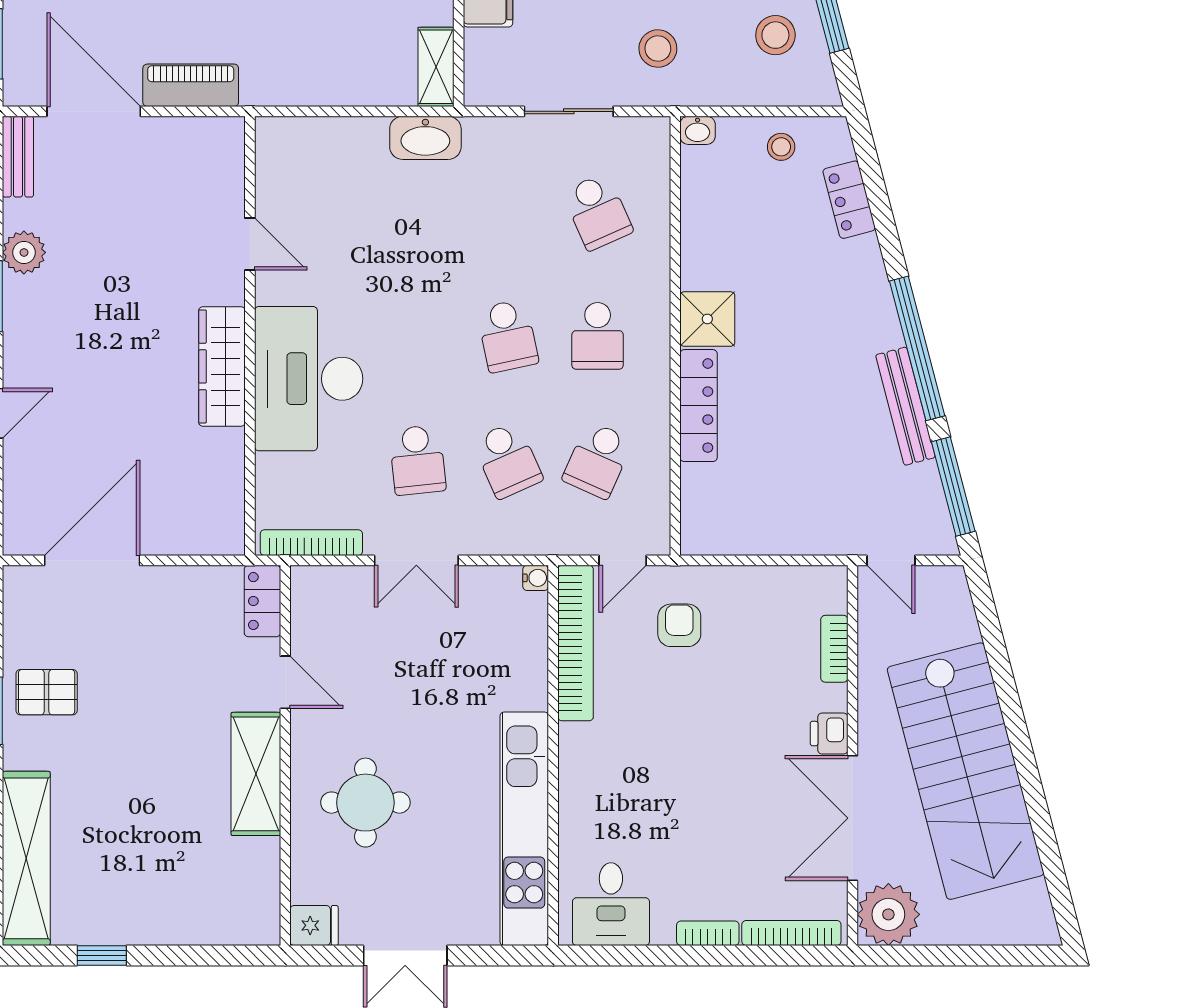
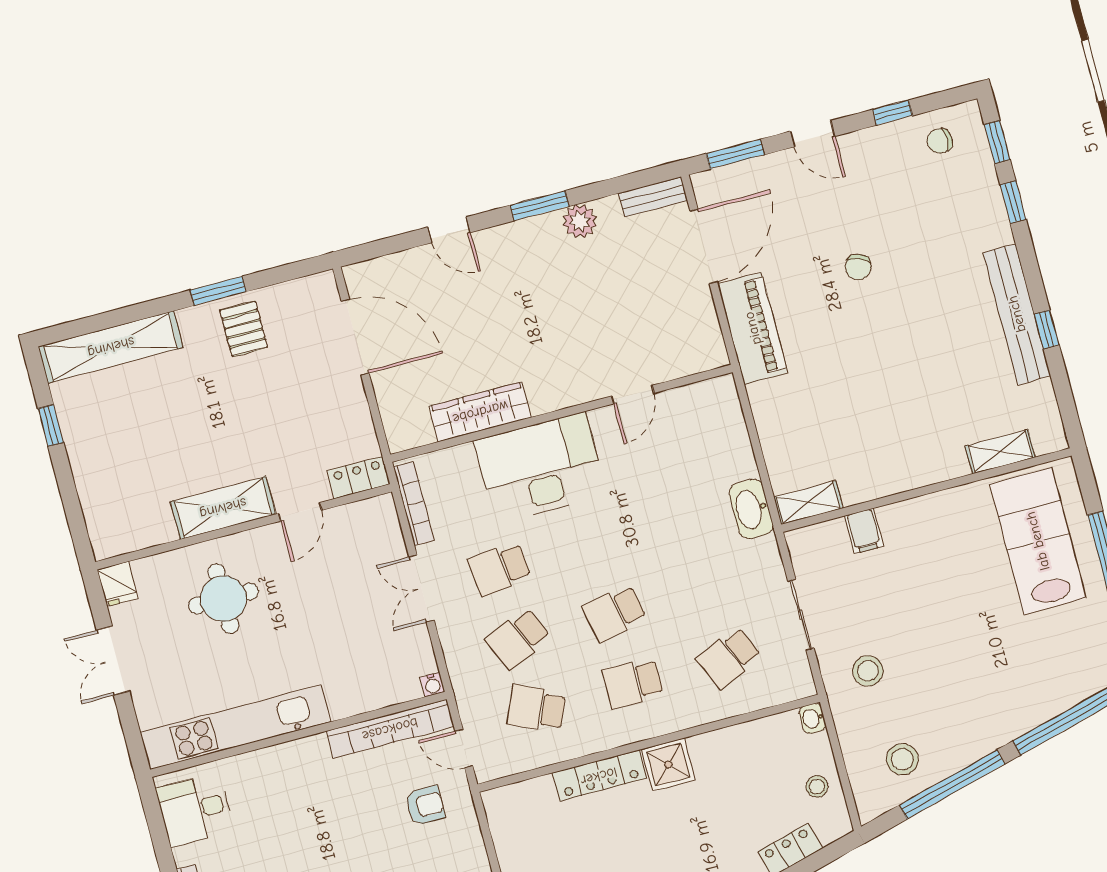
piano: (191, 85) -> (753, 328), width x1.37, depth x1.33
wardrobe: (222, 366) -> (480, 412), moved

